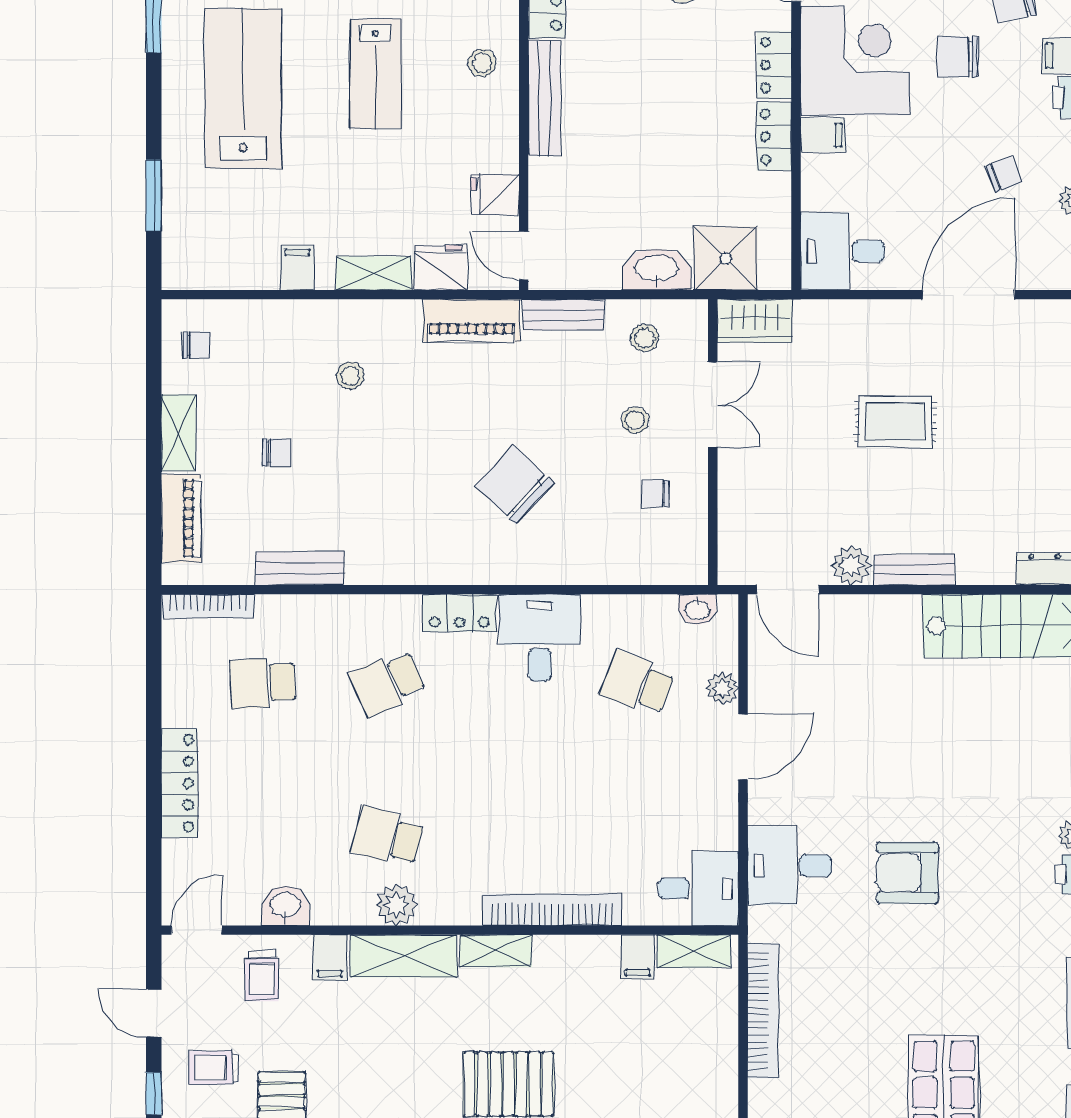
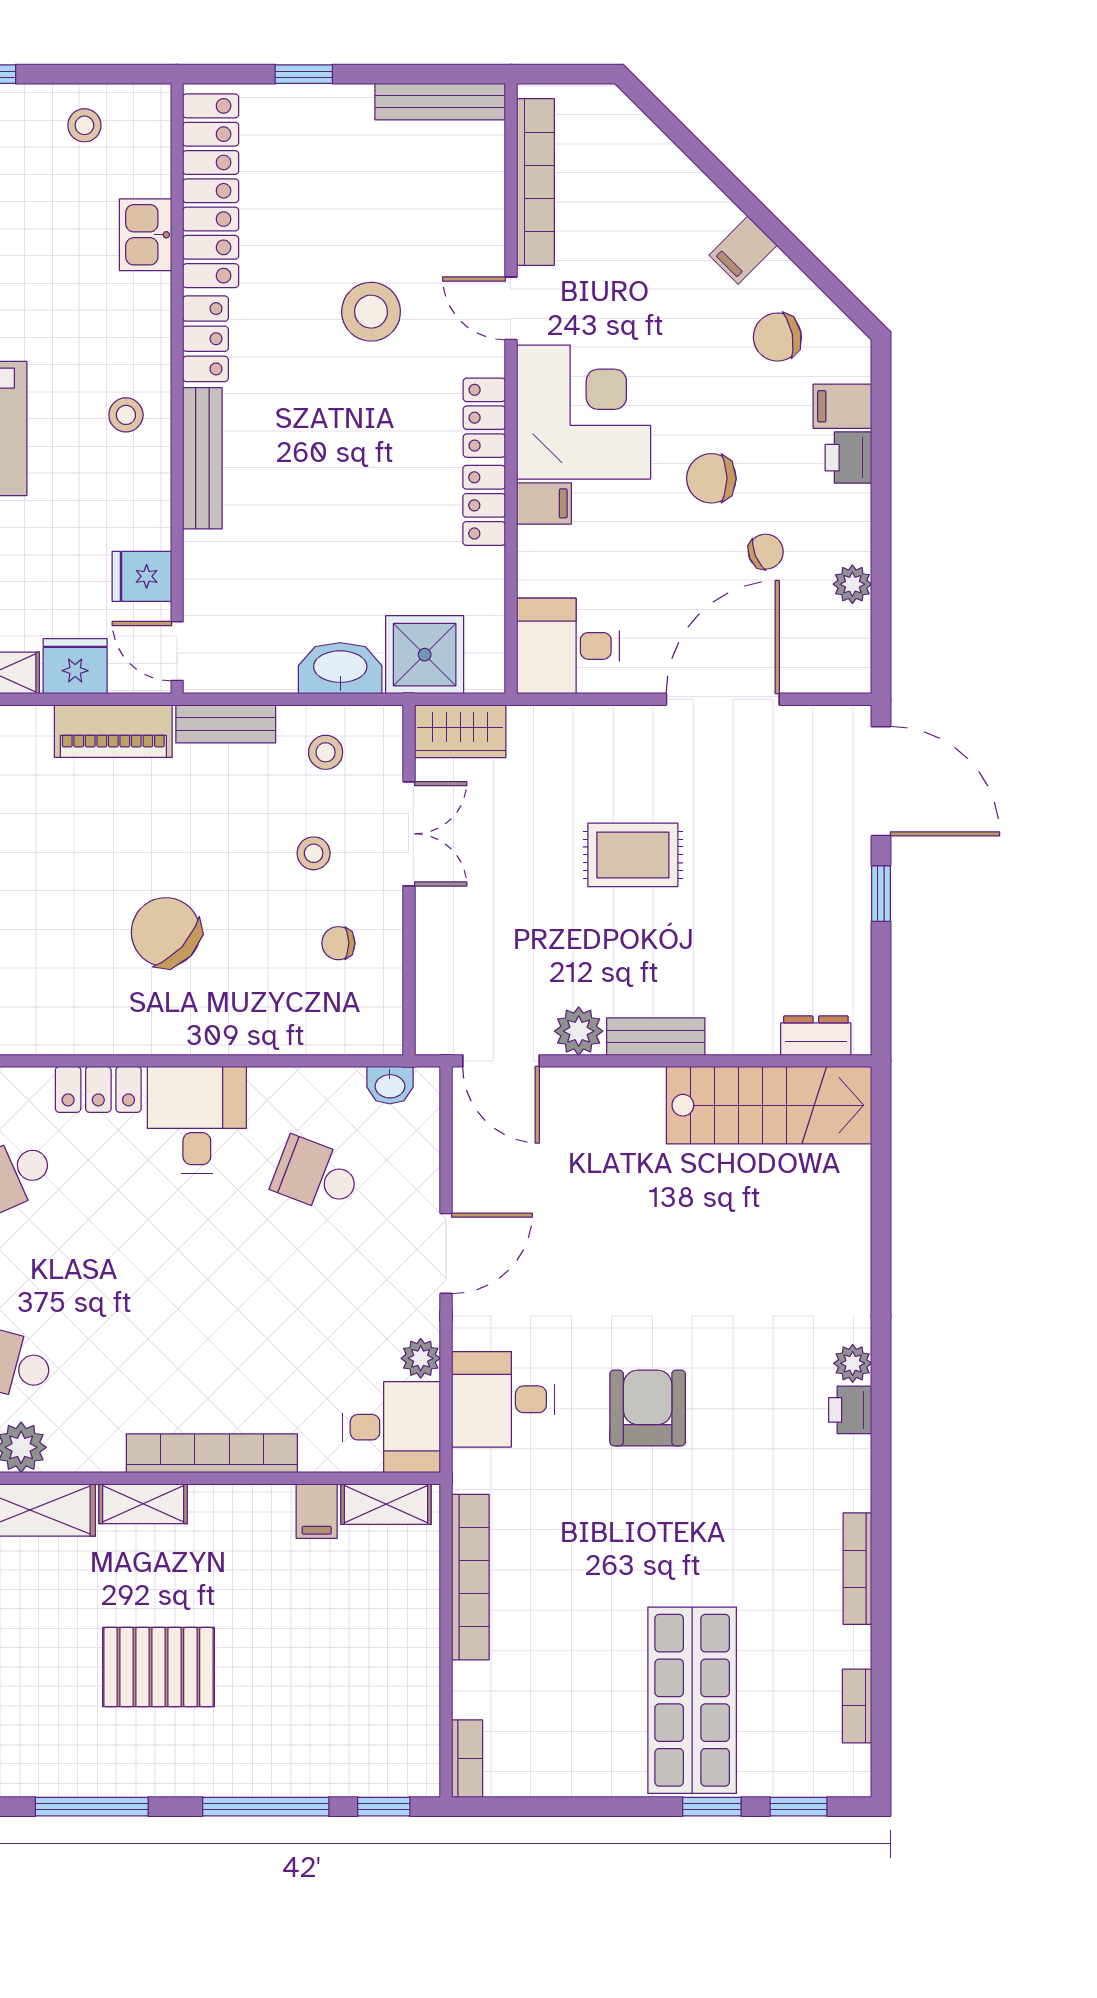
chair: (958, 57) -> (711, 478), moved
plant: (722, 689) -> (421, 1358), moved
armchair: (907, 873) -> (648, 1408), turned 90

